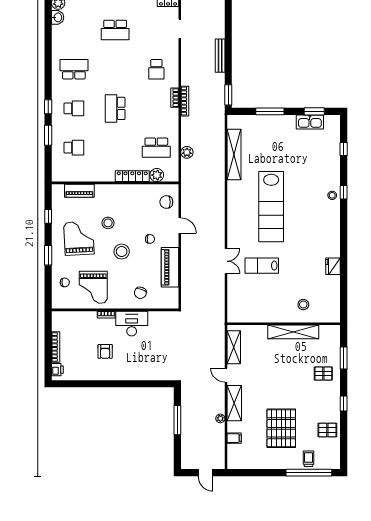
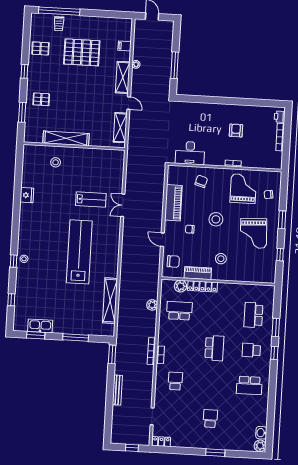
school desk: (115, 30) -> (210, 418), width x0.54
school desk: (74, 148) -> (253, 315), width x1.85
piano: (79, 191) -> (198, 273), moved
stool: (108, 223) -> (221, 259), moved
desk: (132, 324) -> (190, 153), moved
pallet: (281, 428) -> (82, 52), turned 90

